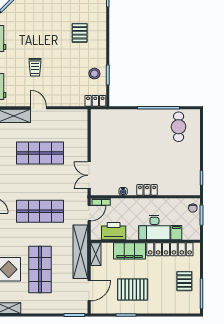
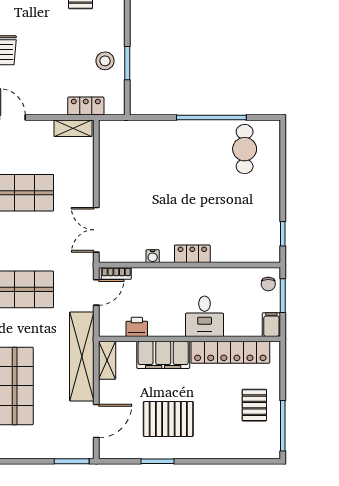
locker: (95, 101) -> (86, 106), moved
shelving: (75, 114) -> (73, 128), added
desk: (154, 228) -> (205, 316), width x0.73
printer: (114, 231) -> (137, 327), width x0.53, depth x0.68
filing cabinet: (176, 233) -> (271, 325), moved

